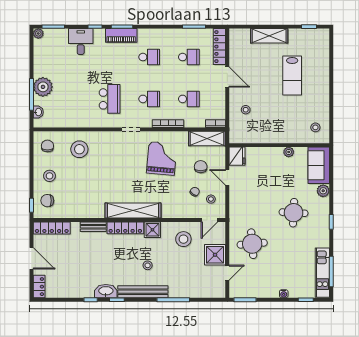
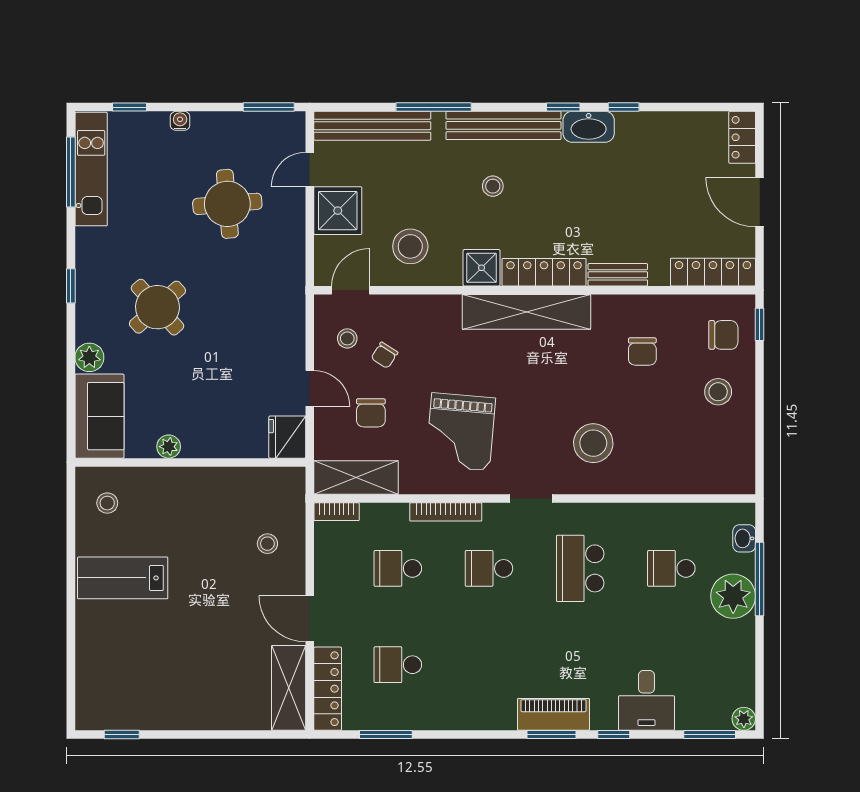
shelving: (269, 36) -> (289, 688), moved, turned 90
school desk: (149, 57) -> (671, 568), moved
lab bench: (292, 75) -> (123, 578), moved, turned -90
chair: (47, 146) -> (642, 352), moved
stool: (79, 149) -> (593, 443), moved
round table: (294, 213) -> (157, 307), turned 45
round table: (252, 244) -> (227, 204), moved
bench: (200, 292) -> (372, 126), added

